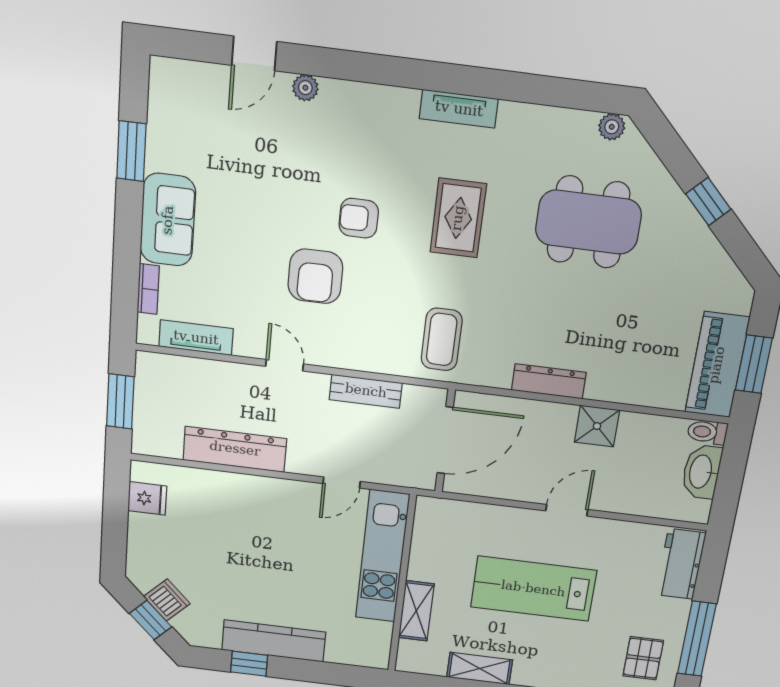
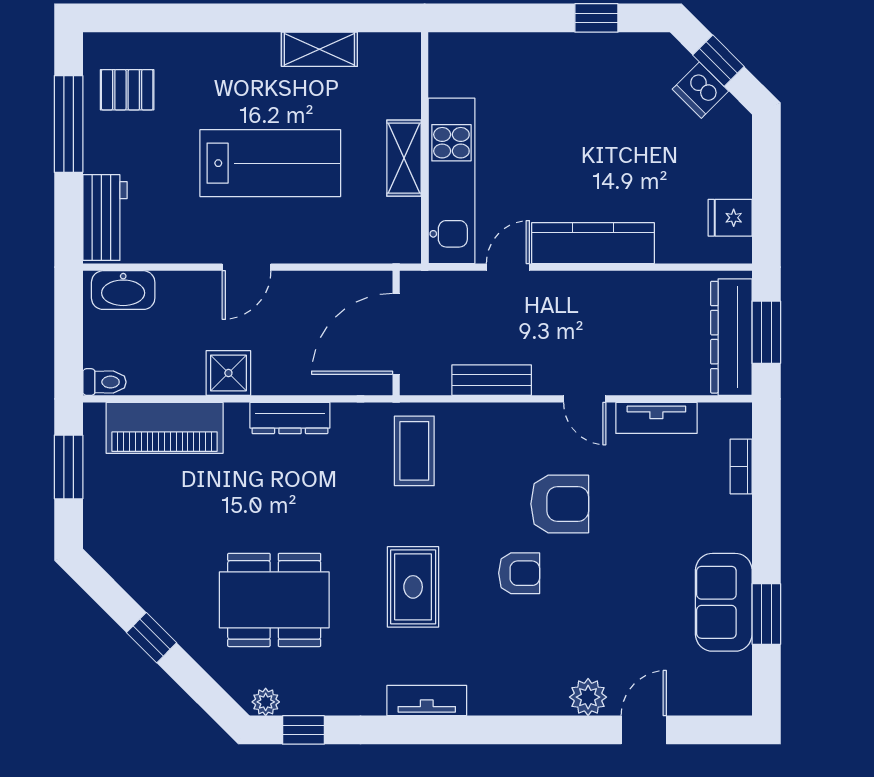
plant: (305, 88) -> (588, 697), width x1.38, depth x1.38
window: (580, 95) -> (303, 730), added
sofa: (168, 220) -> (724, 602), moved
armchair: (315, 276) -> (560, 504), turned 90
tv unit: (196, 338) -> (656, 418), moved
piano: (717, 365) -> (165, 428), moved, turned 90
dresser: (235, 449) -> (731, 337), moved, turned 90
washbasin: (702, 472) -> (123, 290), moved, turned 90
shelving: (416, 611) -> (404, 158), moved
kitchen counter: (274, 641) -> (593, 243), moved, turned 180
pallet: (643, 658) -> (127, 90), turned 90

